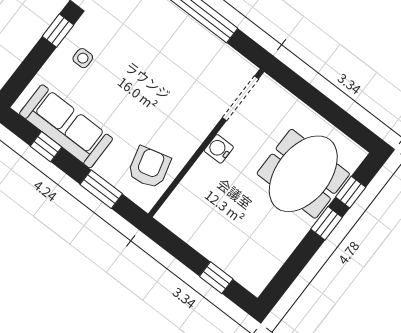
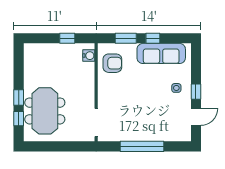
window: (46, 147) -> (153, 38), moved
water cooler: (219, 149) -> (89, 56), moved
armchair: (149, 167) -> (112, 63), turned -75
window: (216, 278) -> (67, 38), moved

